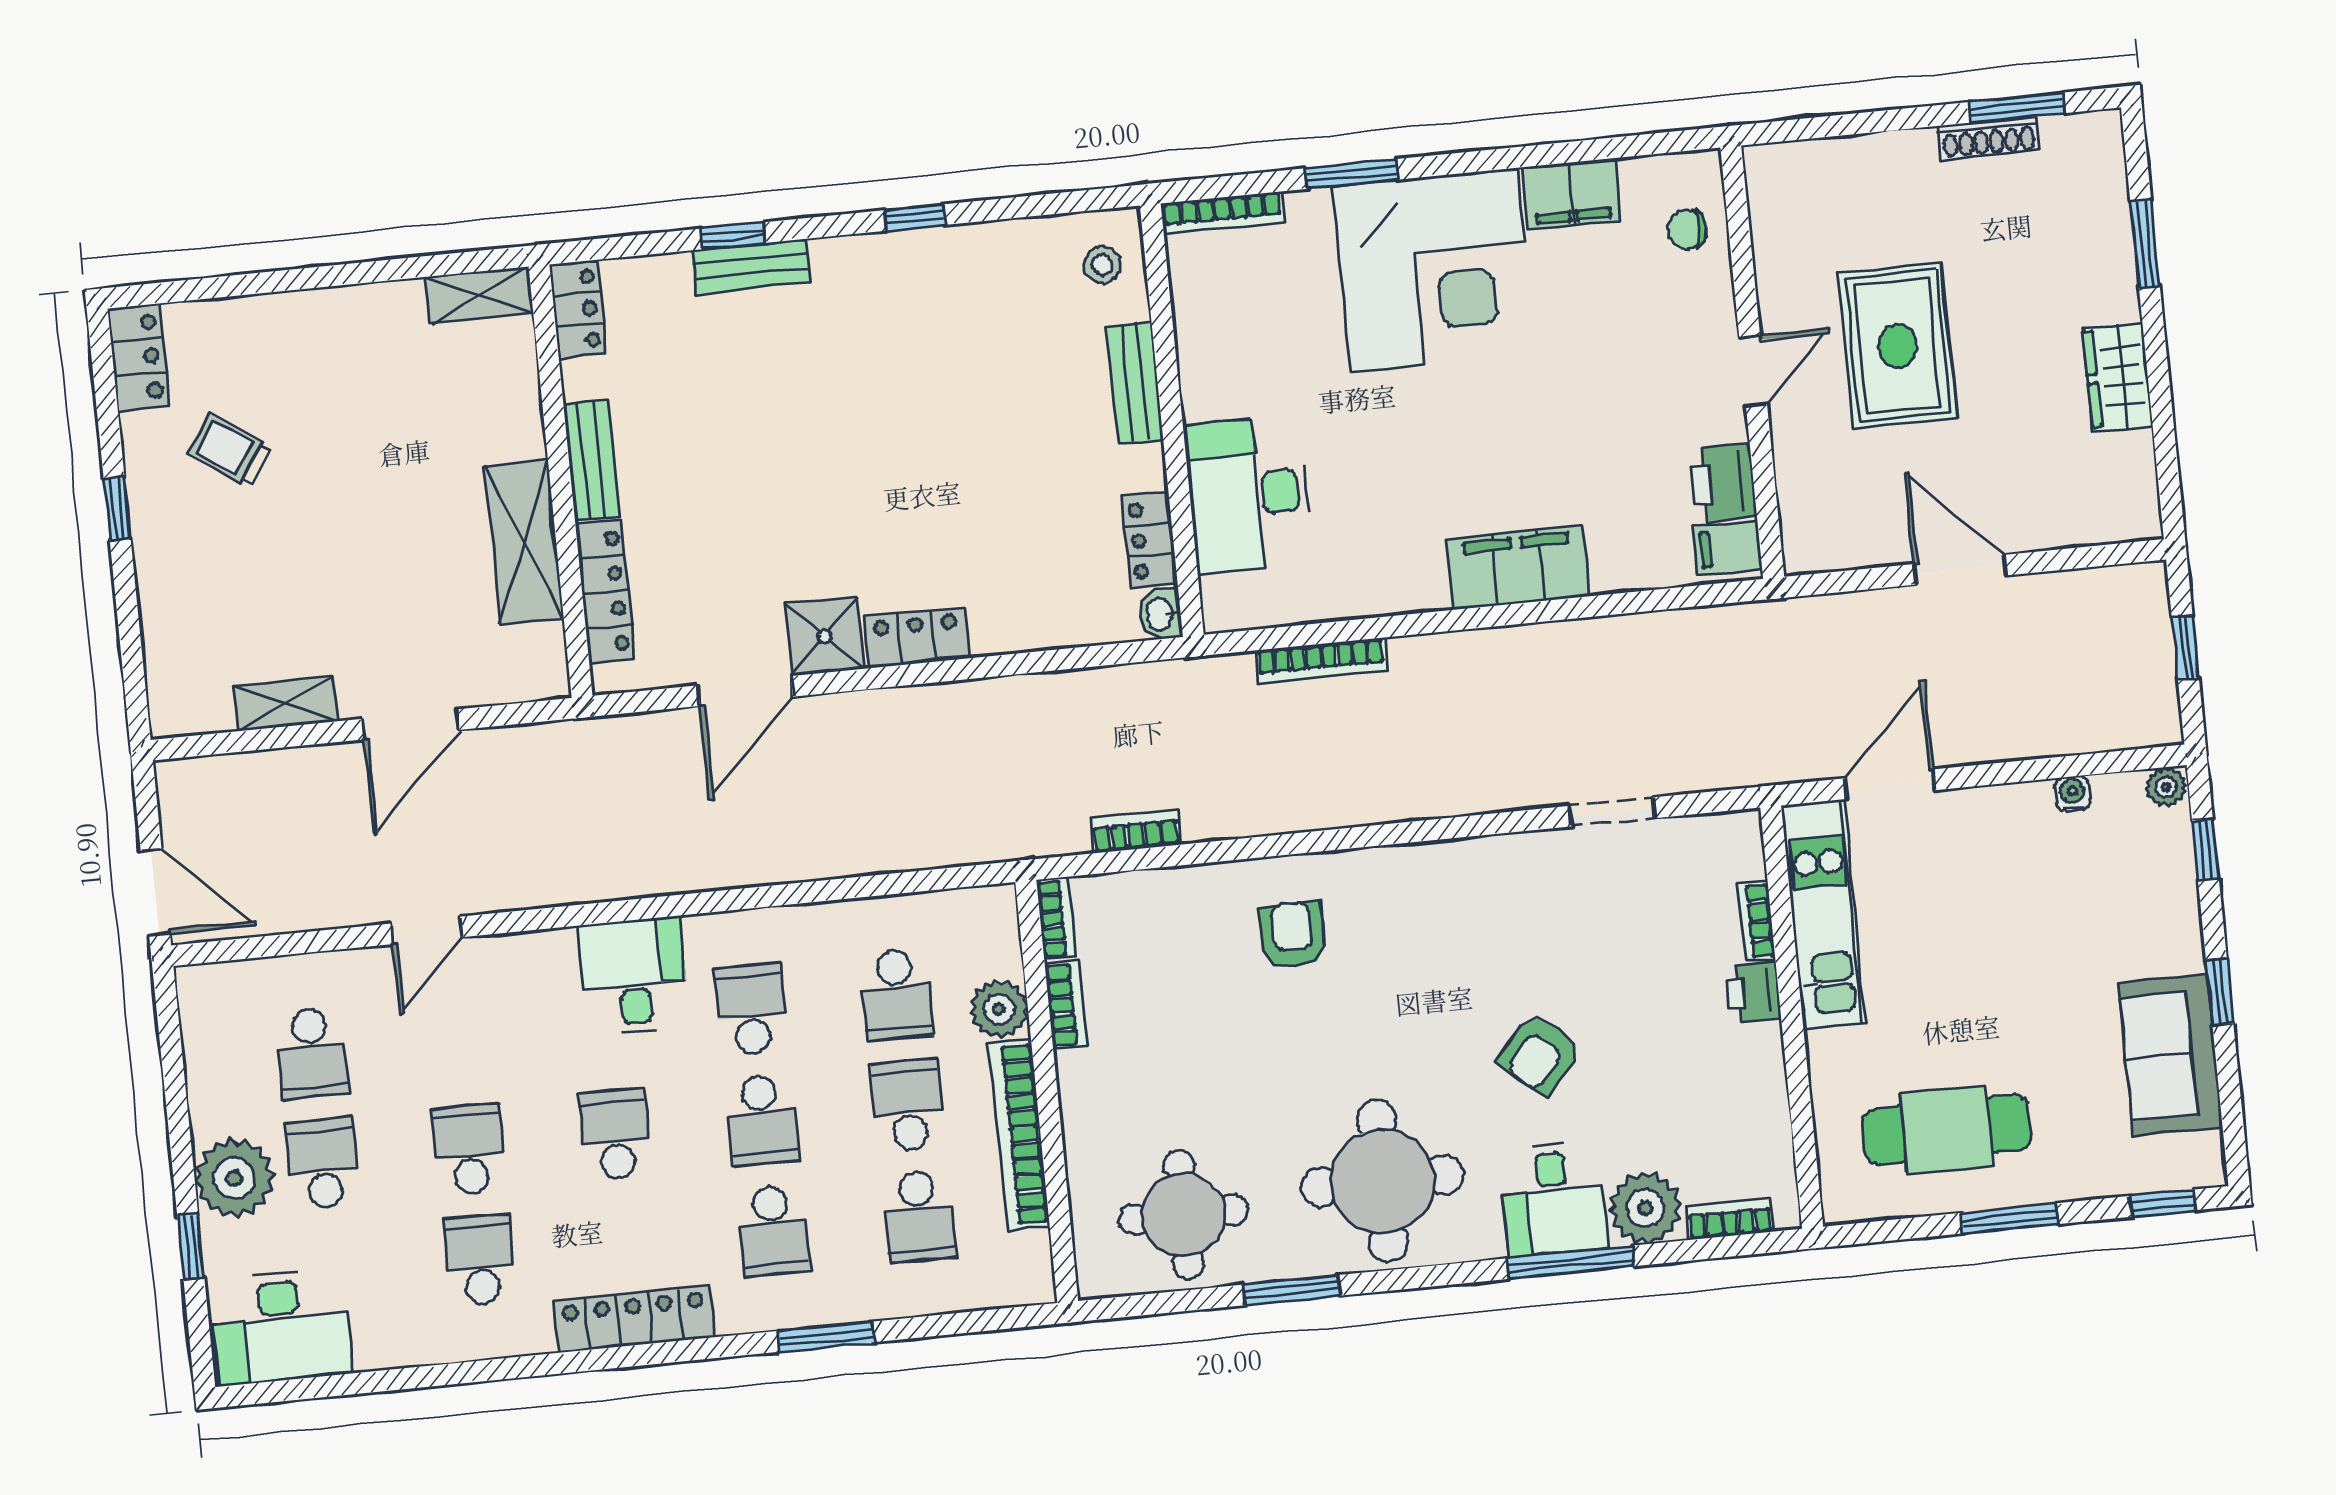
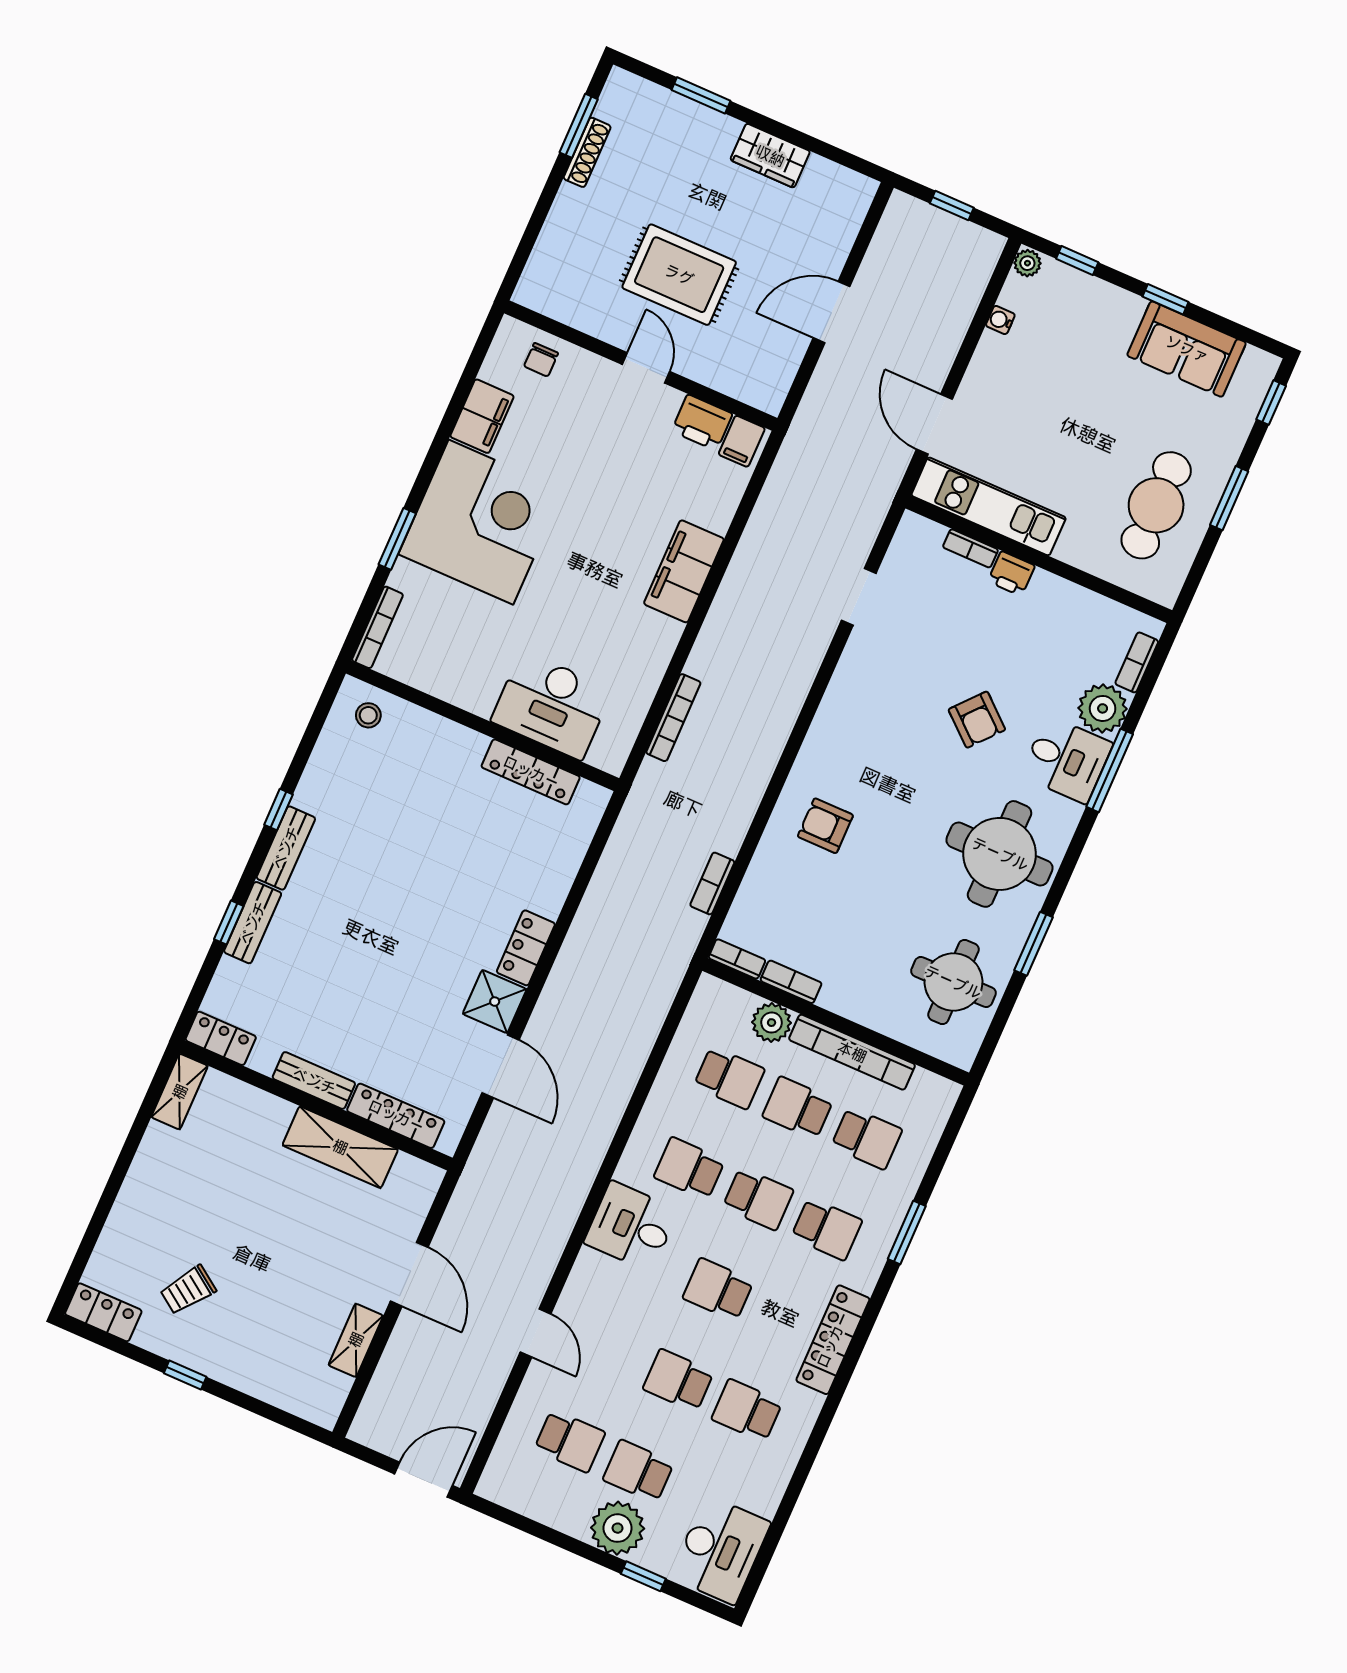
bench: (1135, 383) -> (286, 848), moved, turned 90
locker: (1150, 540) -> (531, 772), width x1.53
washbasin: (1161, 614) -> (593, 797), removed

